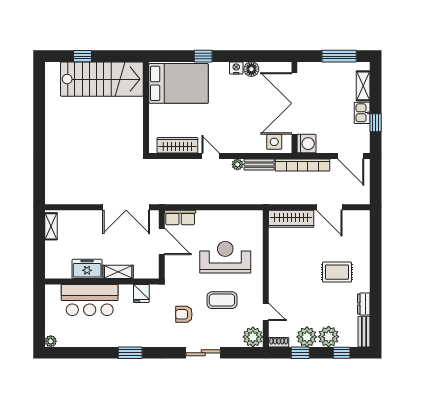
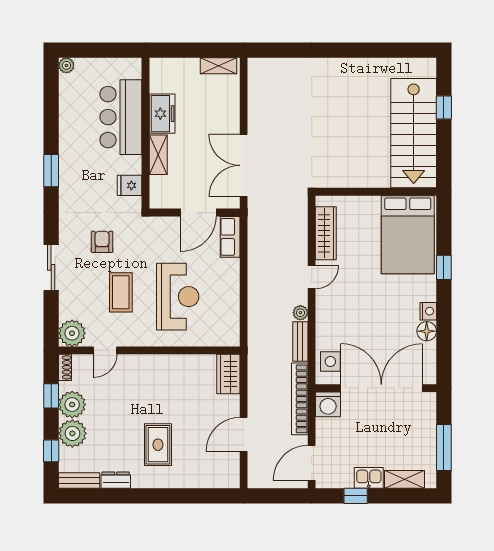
wardrobe: (291, 219) -> (228, 374), width x0.67

